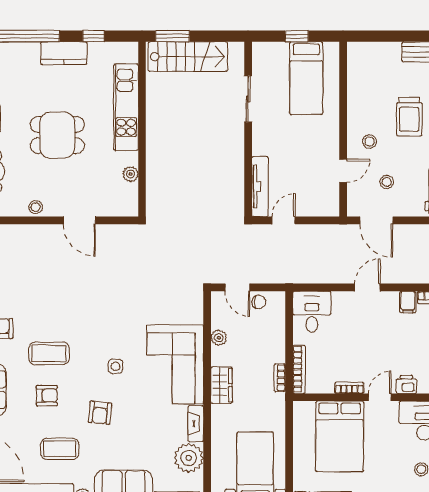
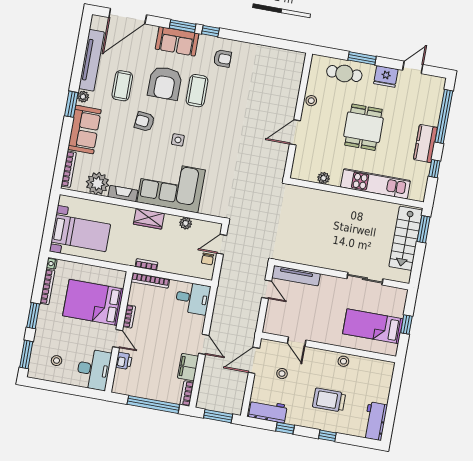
stool: (370, 141) -> (343, 361), moved
filing cabinet: (408, 302) -> (188, 367), width x2.00
armchair: (47, 396) -> (165, 83), width x1.88, depth x1.88

